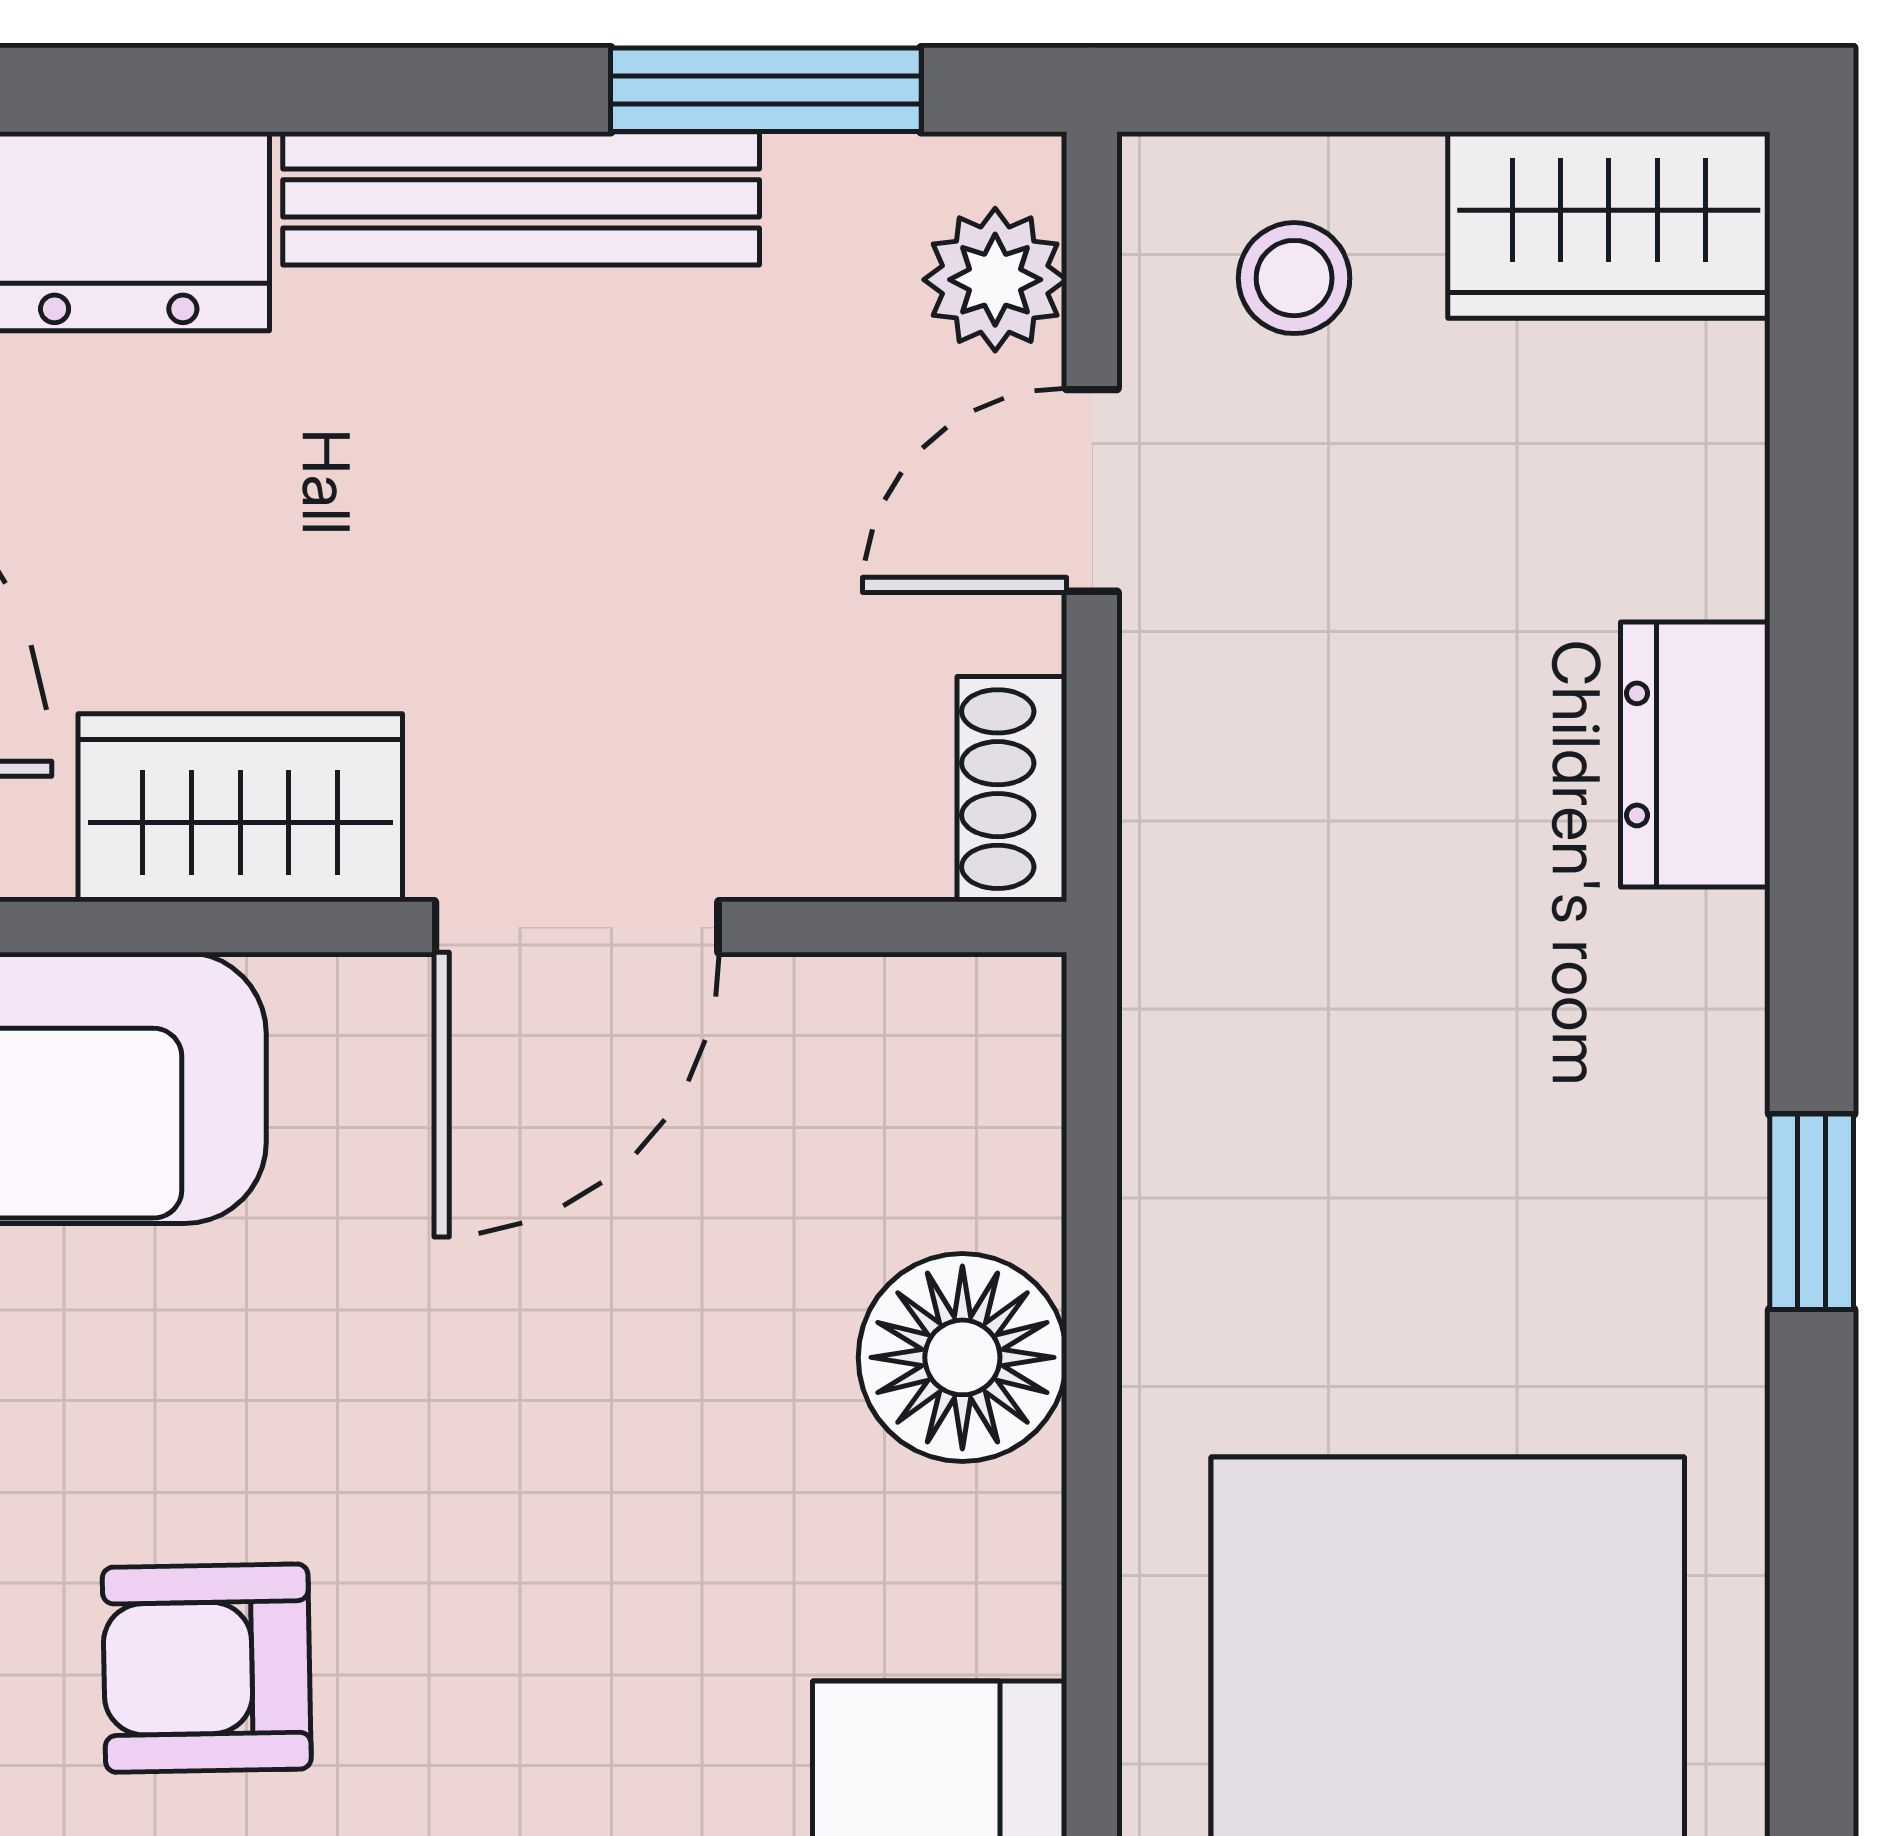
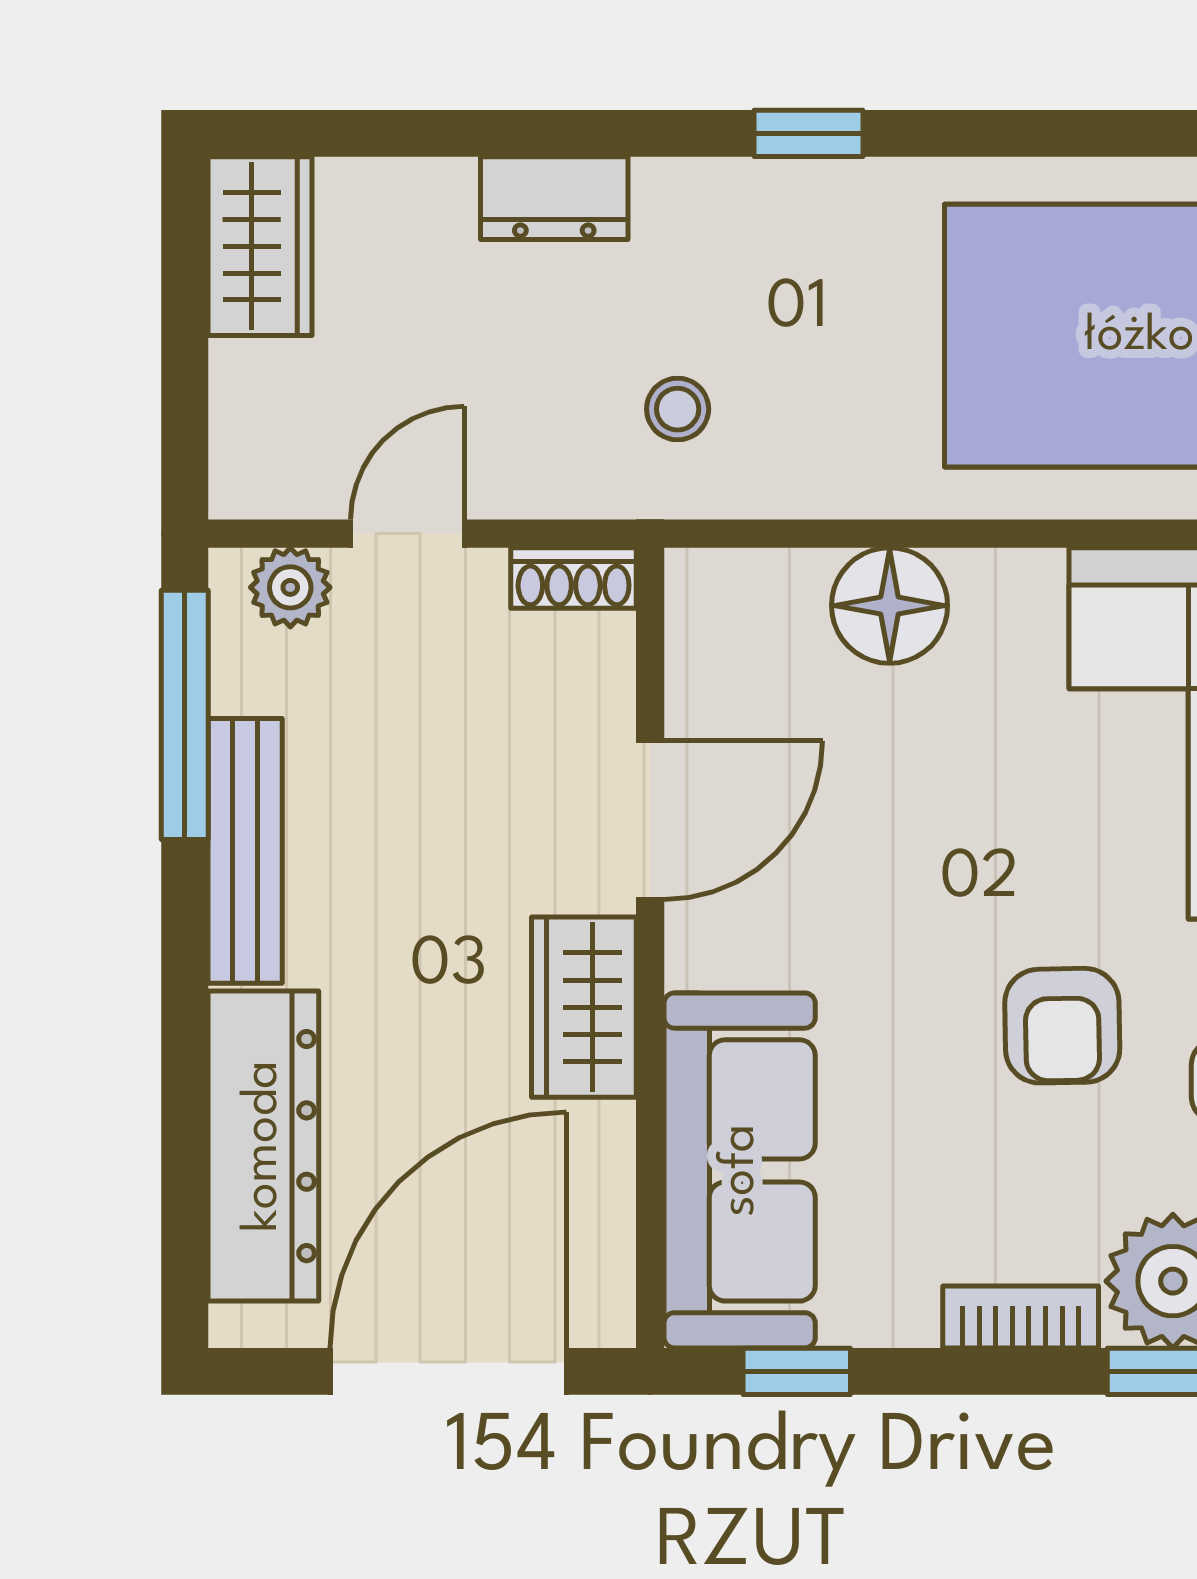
window: (766, 90) -> (185, 715), width x1.44
stool: (1294, 278) -> (678, 409), moved
door: (1092, 490) -> (407, 534), swing flipped
door: (577, 927) -> (650, 820), hinge flipped

